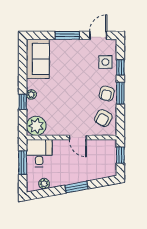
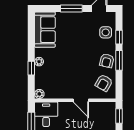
plant: (36, 126) -> (39, 94), width x0.53, depth x0.53

